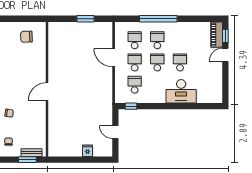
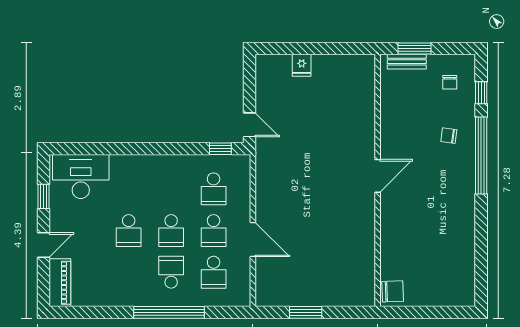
window: (225, 36) -> (43, 196), moved
chair: (26, 37) -> (393, 291), moved
school desk: (157, 40) -> (171, 272), turned 180
desk: (181, 91) -> (81, 177), moved
door: (115, 132) -> (249, 125), moved

